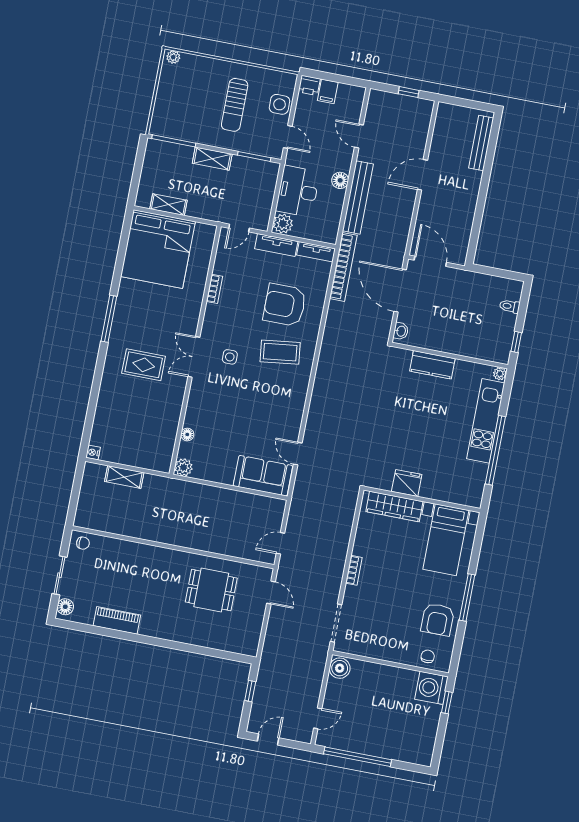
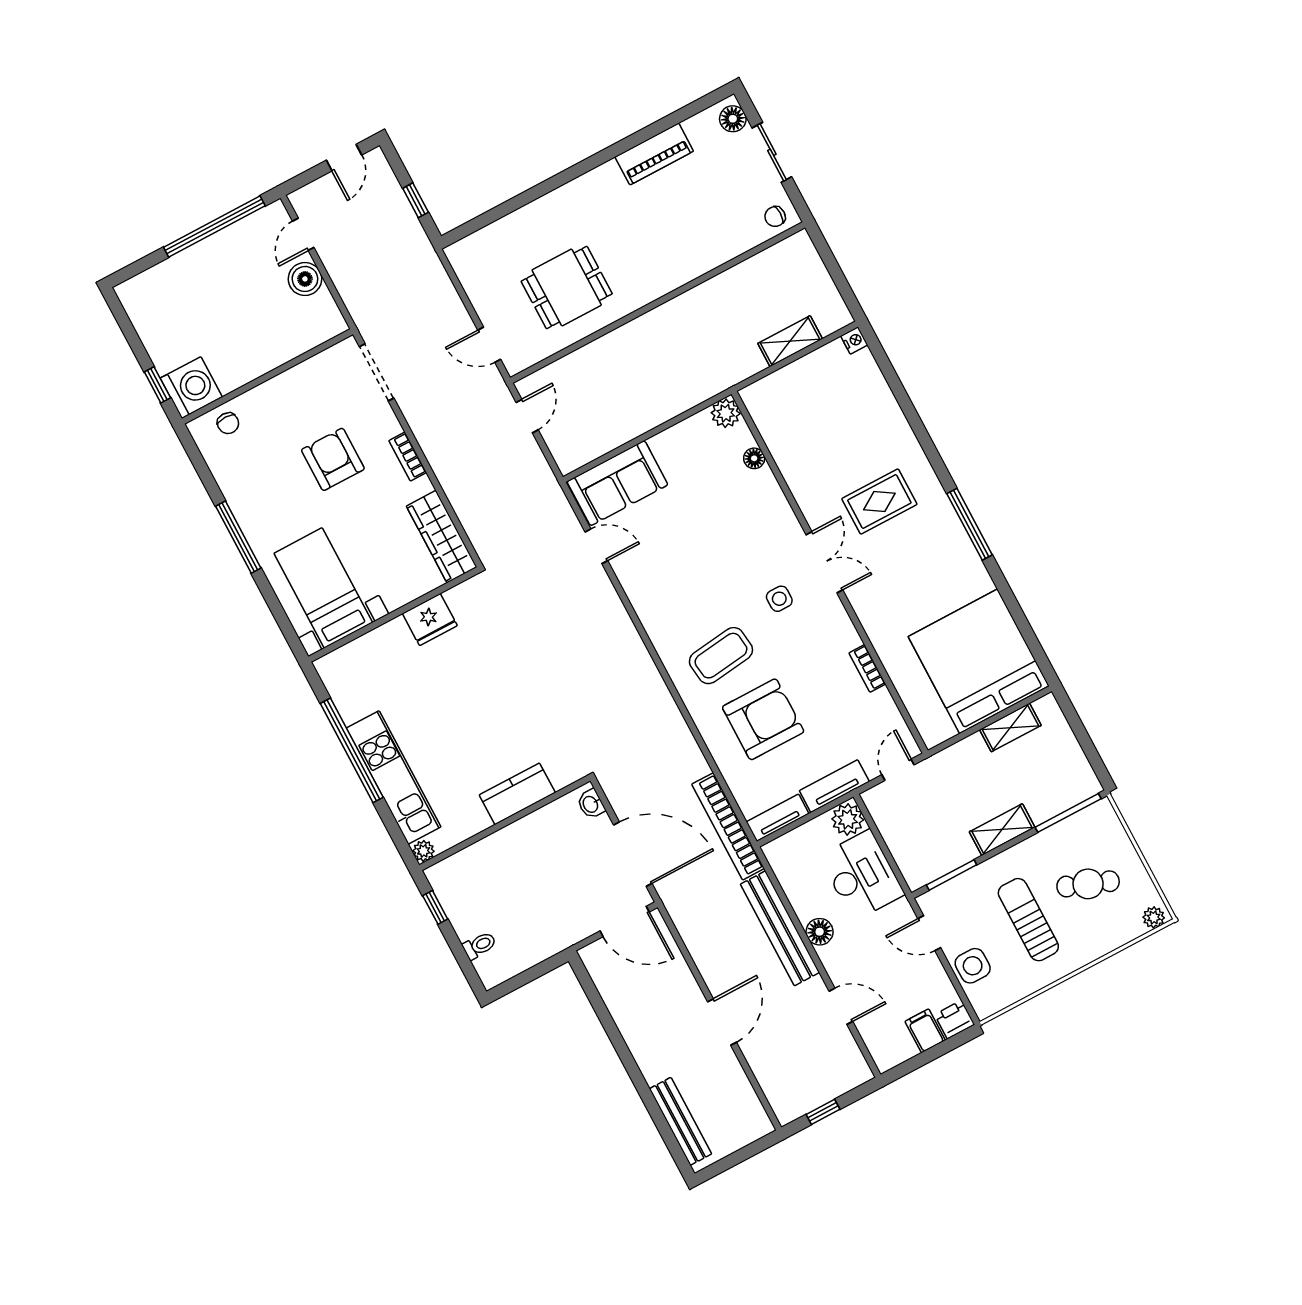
cafe table: (192, 99) -> (1088, 884), added
wardrobe: (394, 506) -> (442, 537), moved, turned -90
armchair: (438, 619) -> (333, 459), moved
boiler: (340, 668) -> (305, 279), moved

